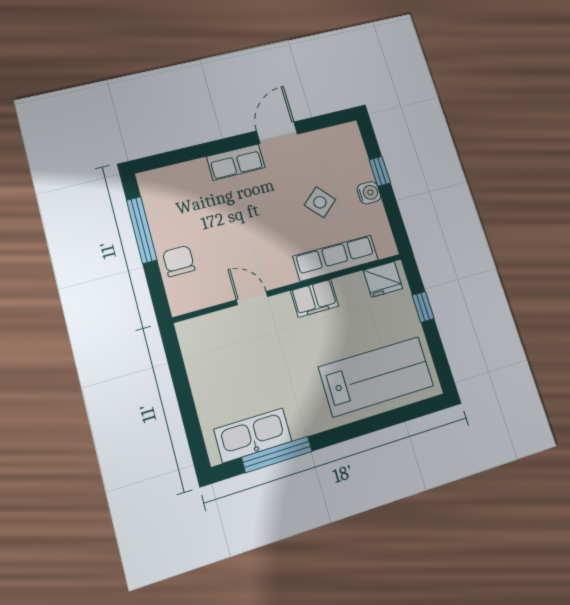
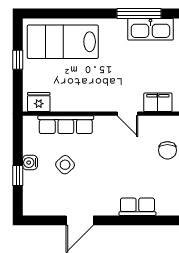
row of seats: (236, 162) -> (137, 207), moved
filing cabinet: (315, 298) -> (158, 102), moved
window: (423, 307) -> (18, 60), moved

